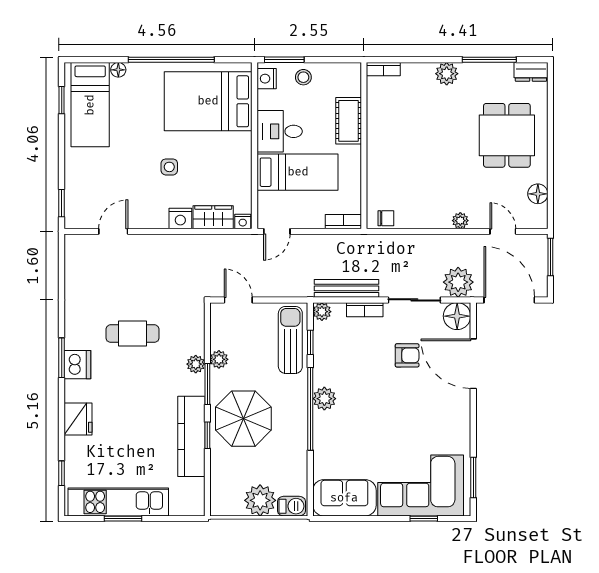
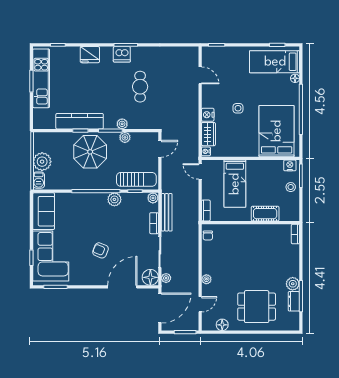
dresser: (531, 72) -> (294, 301), moved
plant: (447, 74) -> (293, 284), moved
desk: (280, 131) -> (259, 173), removed
plant: (458, 282) -> (166, 278), width x0.53, depth x0.53
armchair: (407, 355) -> (100, 250), moved, turned 112
plant: (324, 399) -> (114, 199), moved

